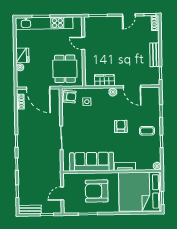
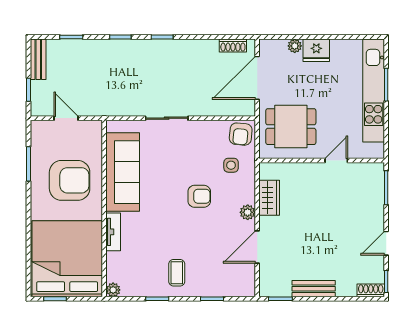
door: (129, 15) -> (386, 243), hinge flipped
armchair: (121, 126) -> (199, 196), moved
armchair: (97, 191) -> (70, 180), turned 90

